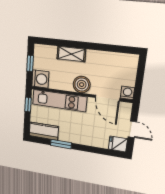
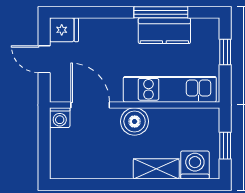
washing machine: (40, 79) -> (195, 165), moved, turned 90
window: (28, 105) -> (225, 52), moved
kitchen counter: (44, 131) -> (164, 31), moved
window: (61, 144) -> (161, 12), width x1.44

